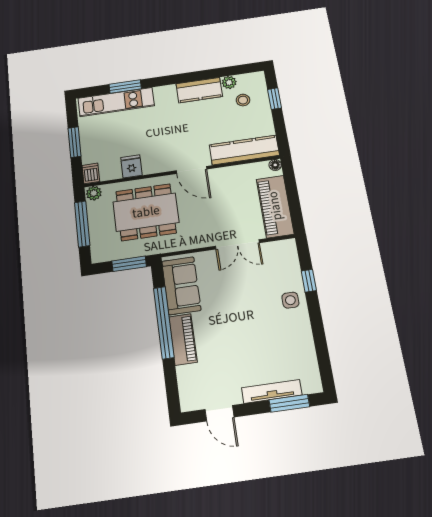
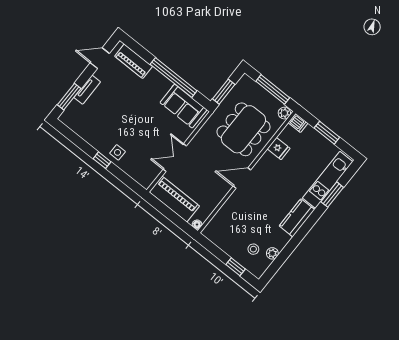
kitchen counter: (199, 90) -> (297, 218), moved
kitchen counter: (244, 150) -> (223, 218), removed
window: (309, 281) -> (102, 160), moved
piano: (183, 339) -> (134, 61), moved
tv unit: (272, 391) -> (87, 90), width x0.71

